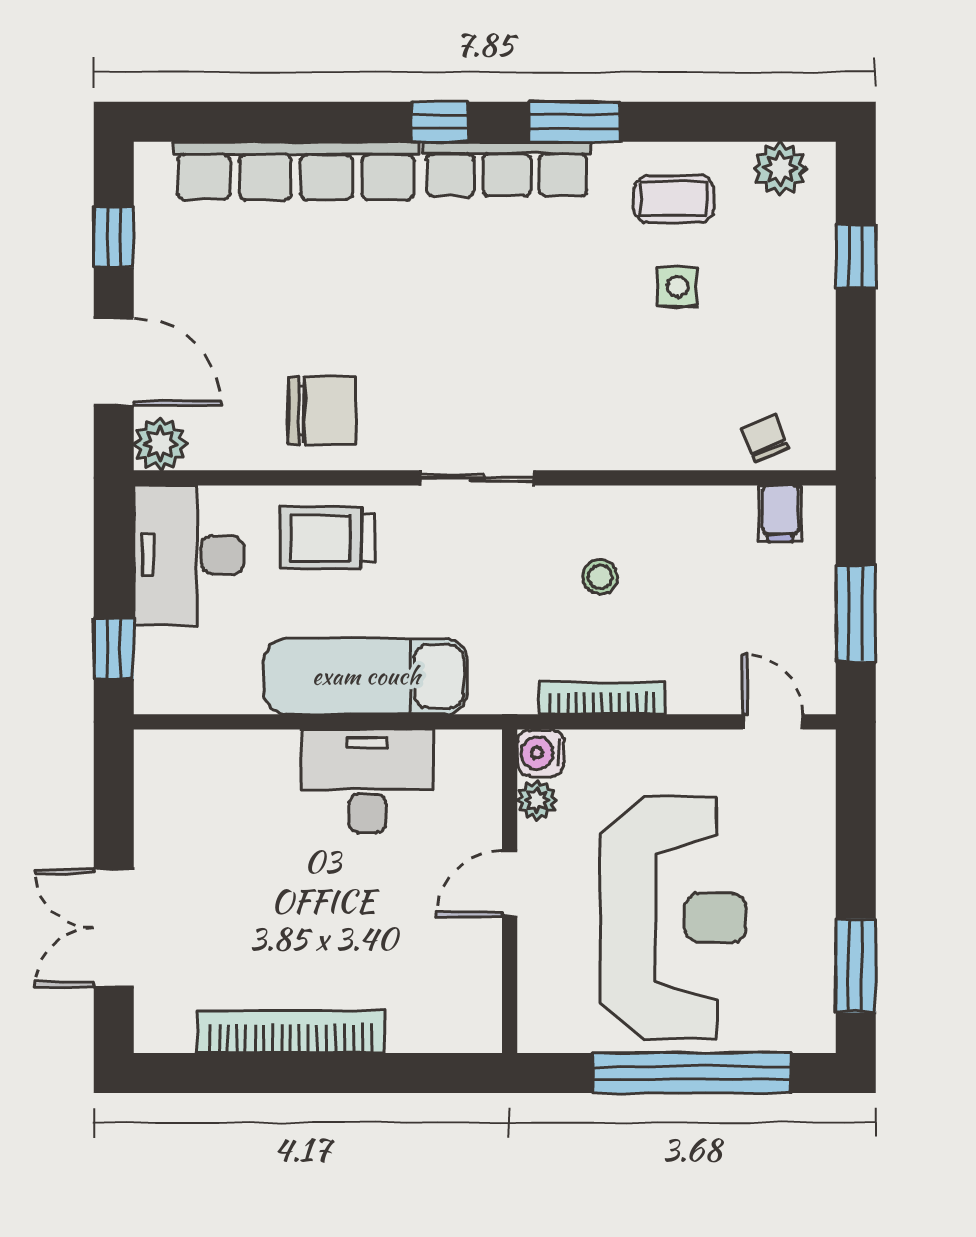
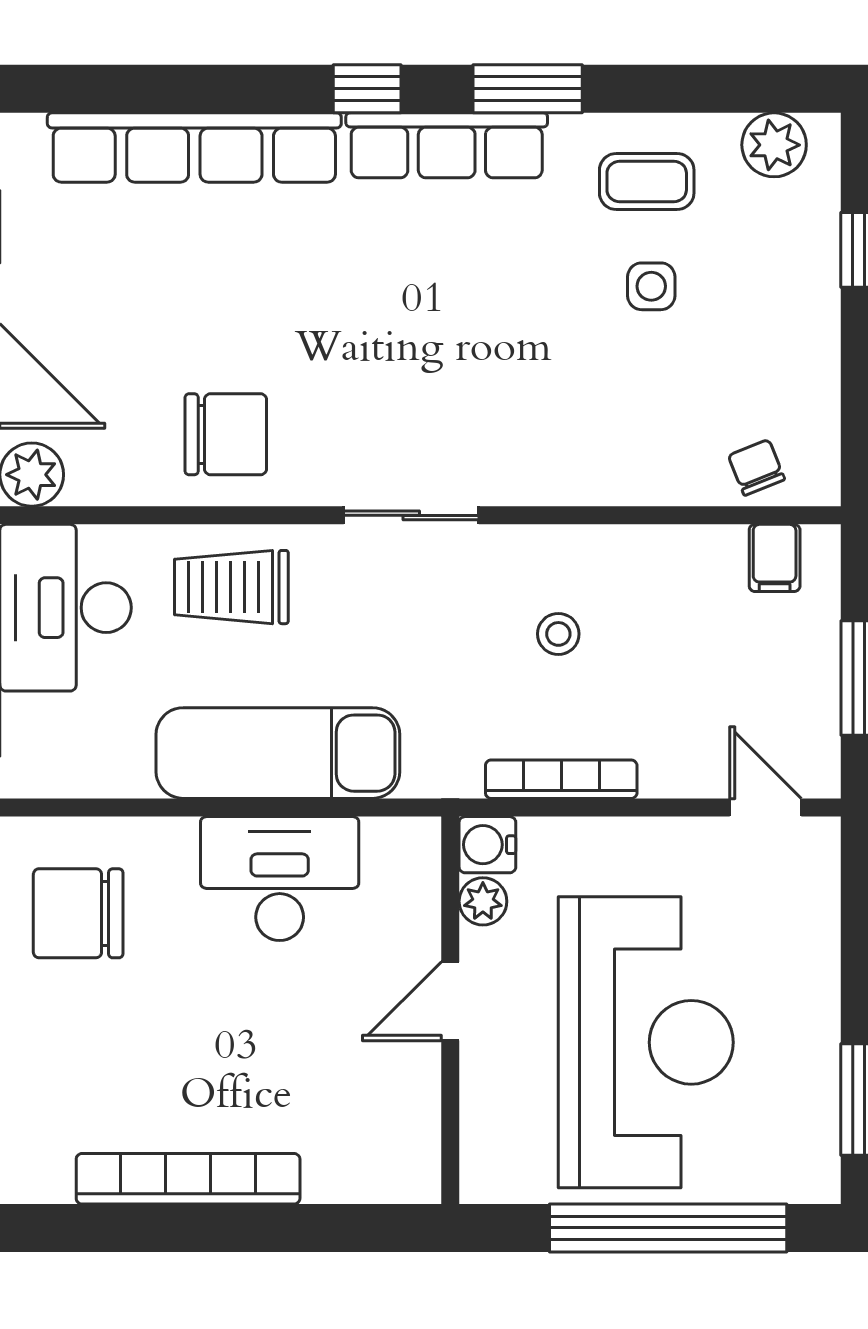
chair: (199, 810) -> (78, 913), added

